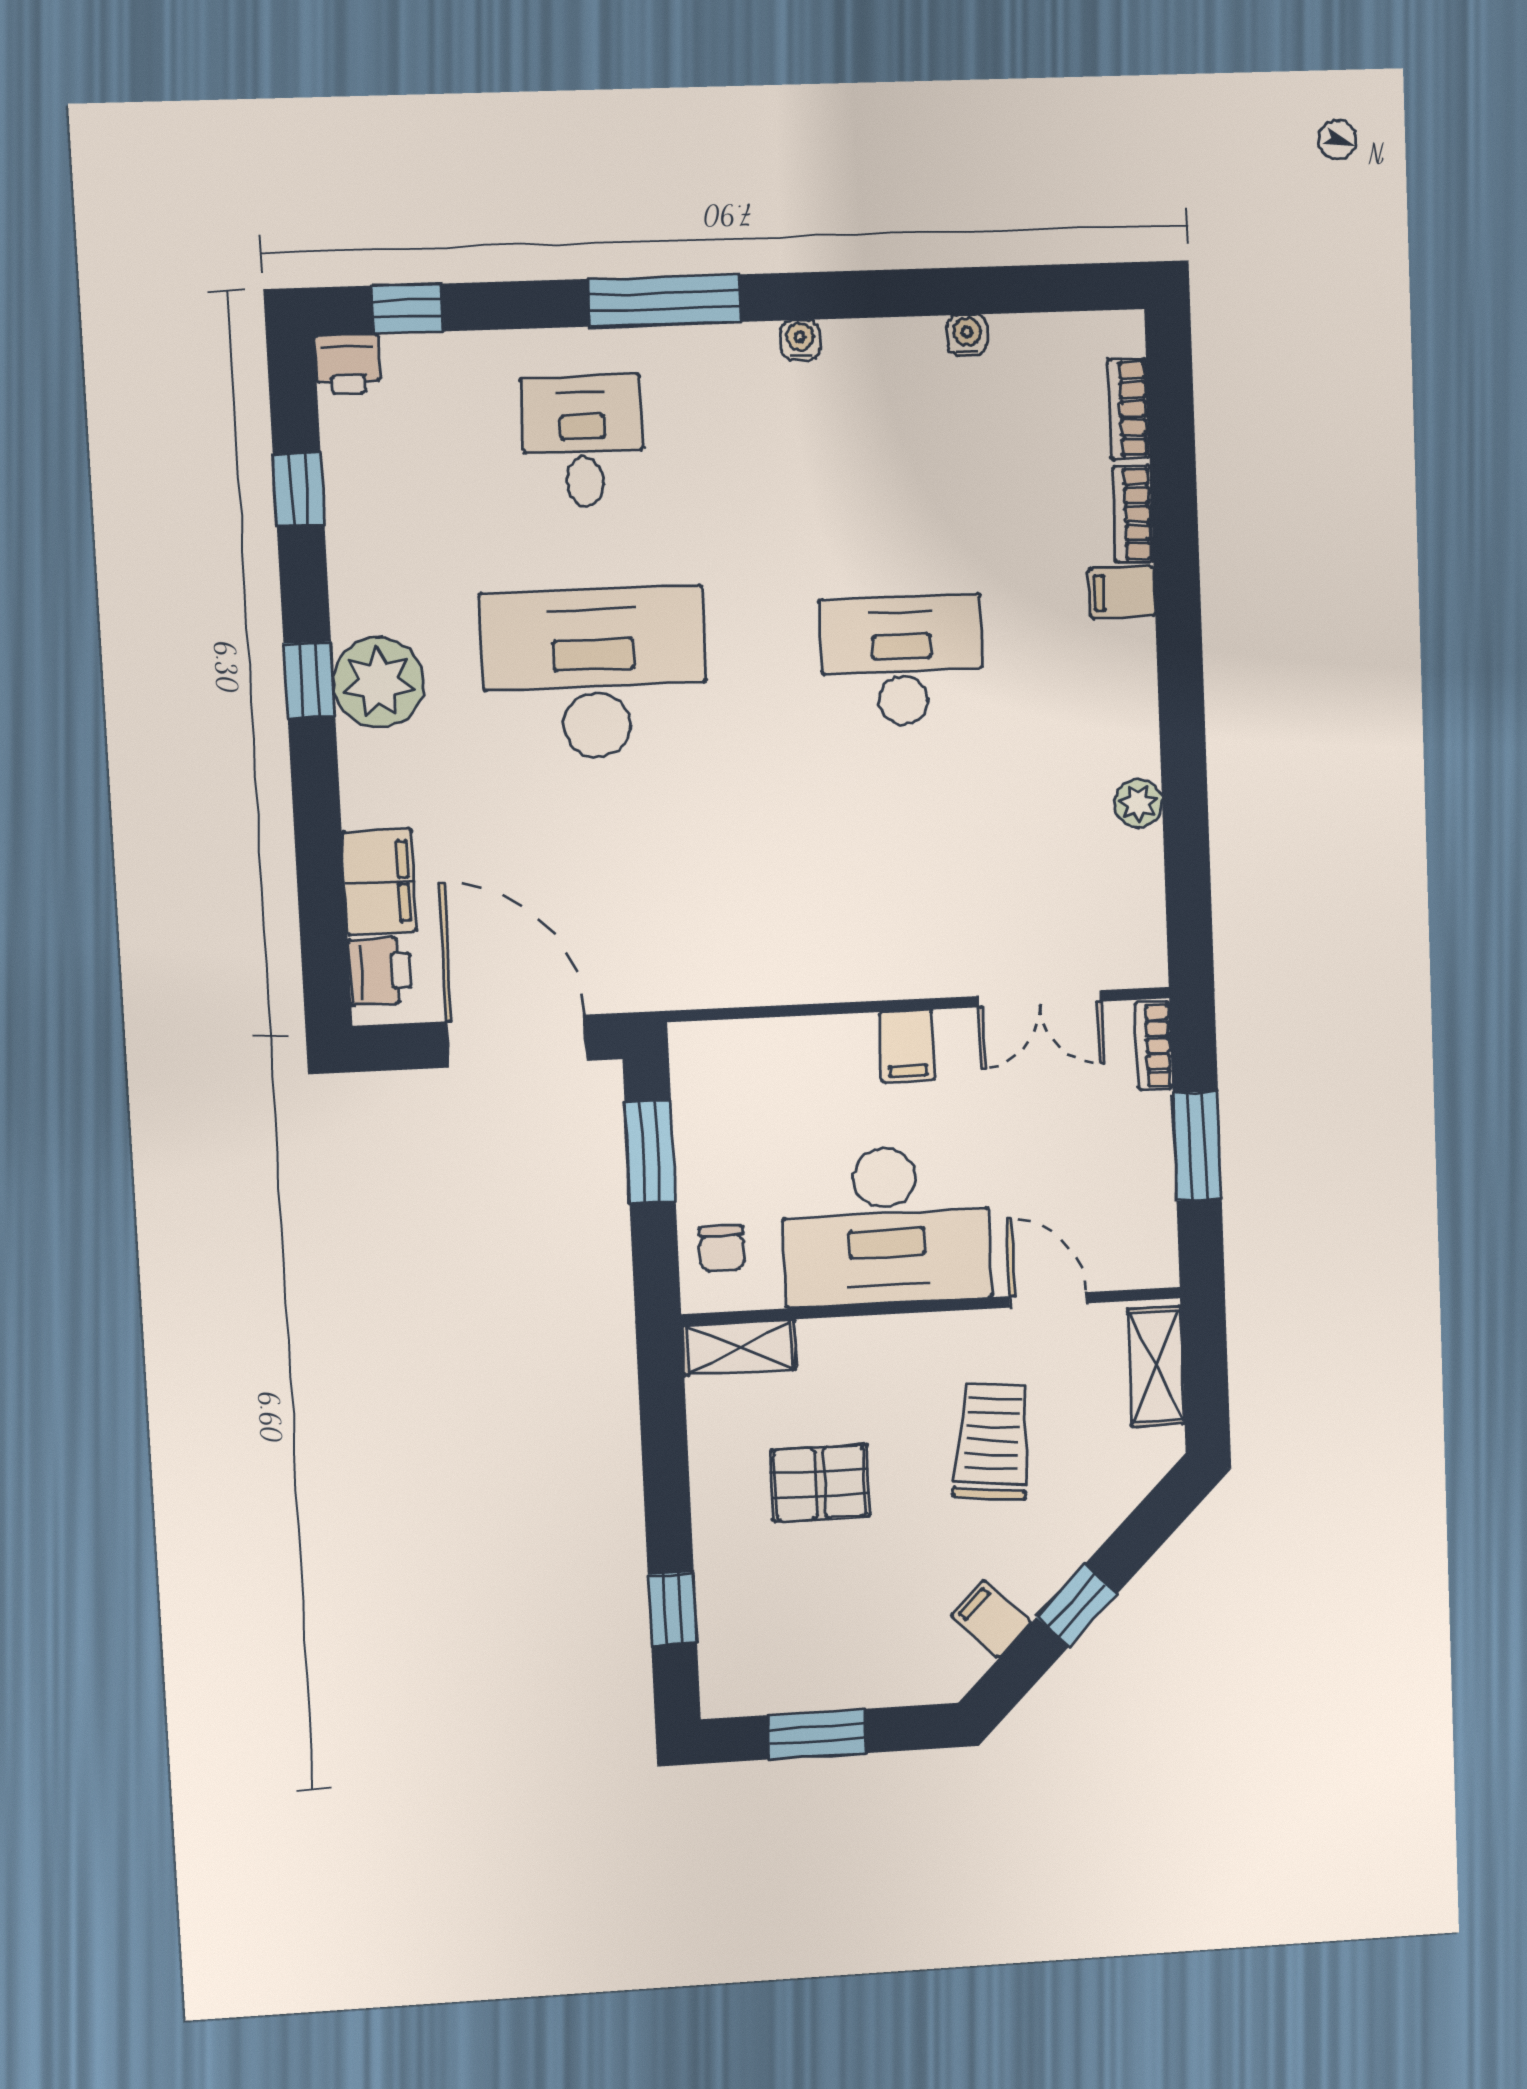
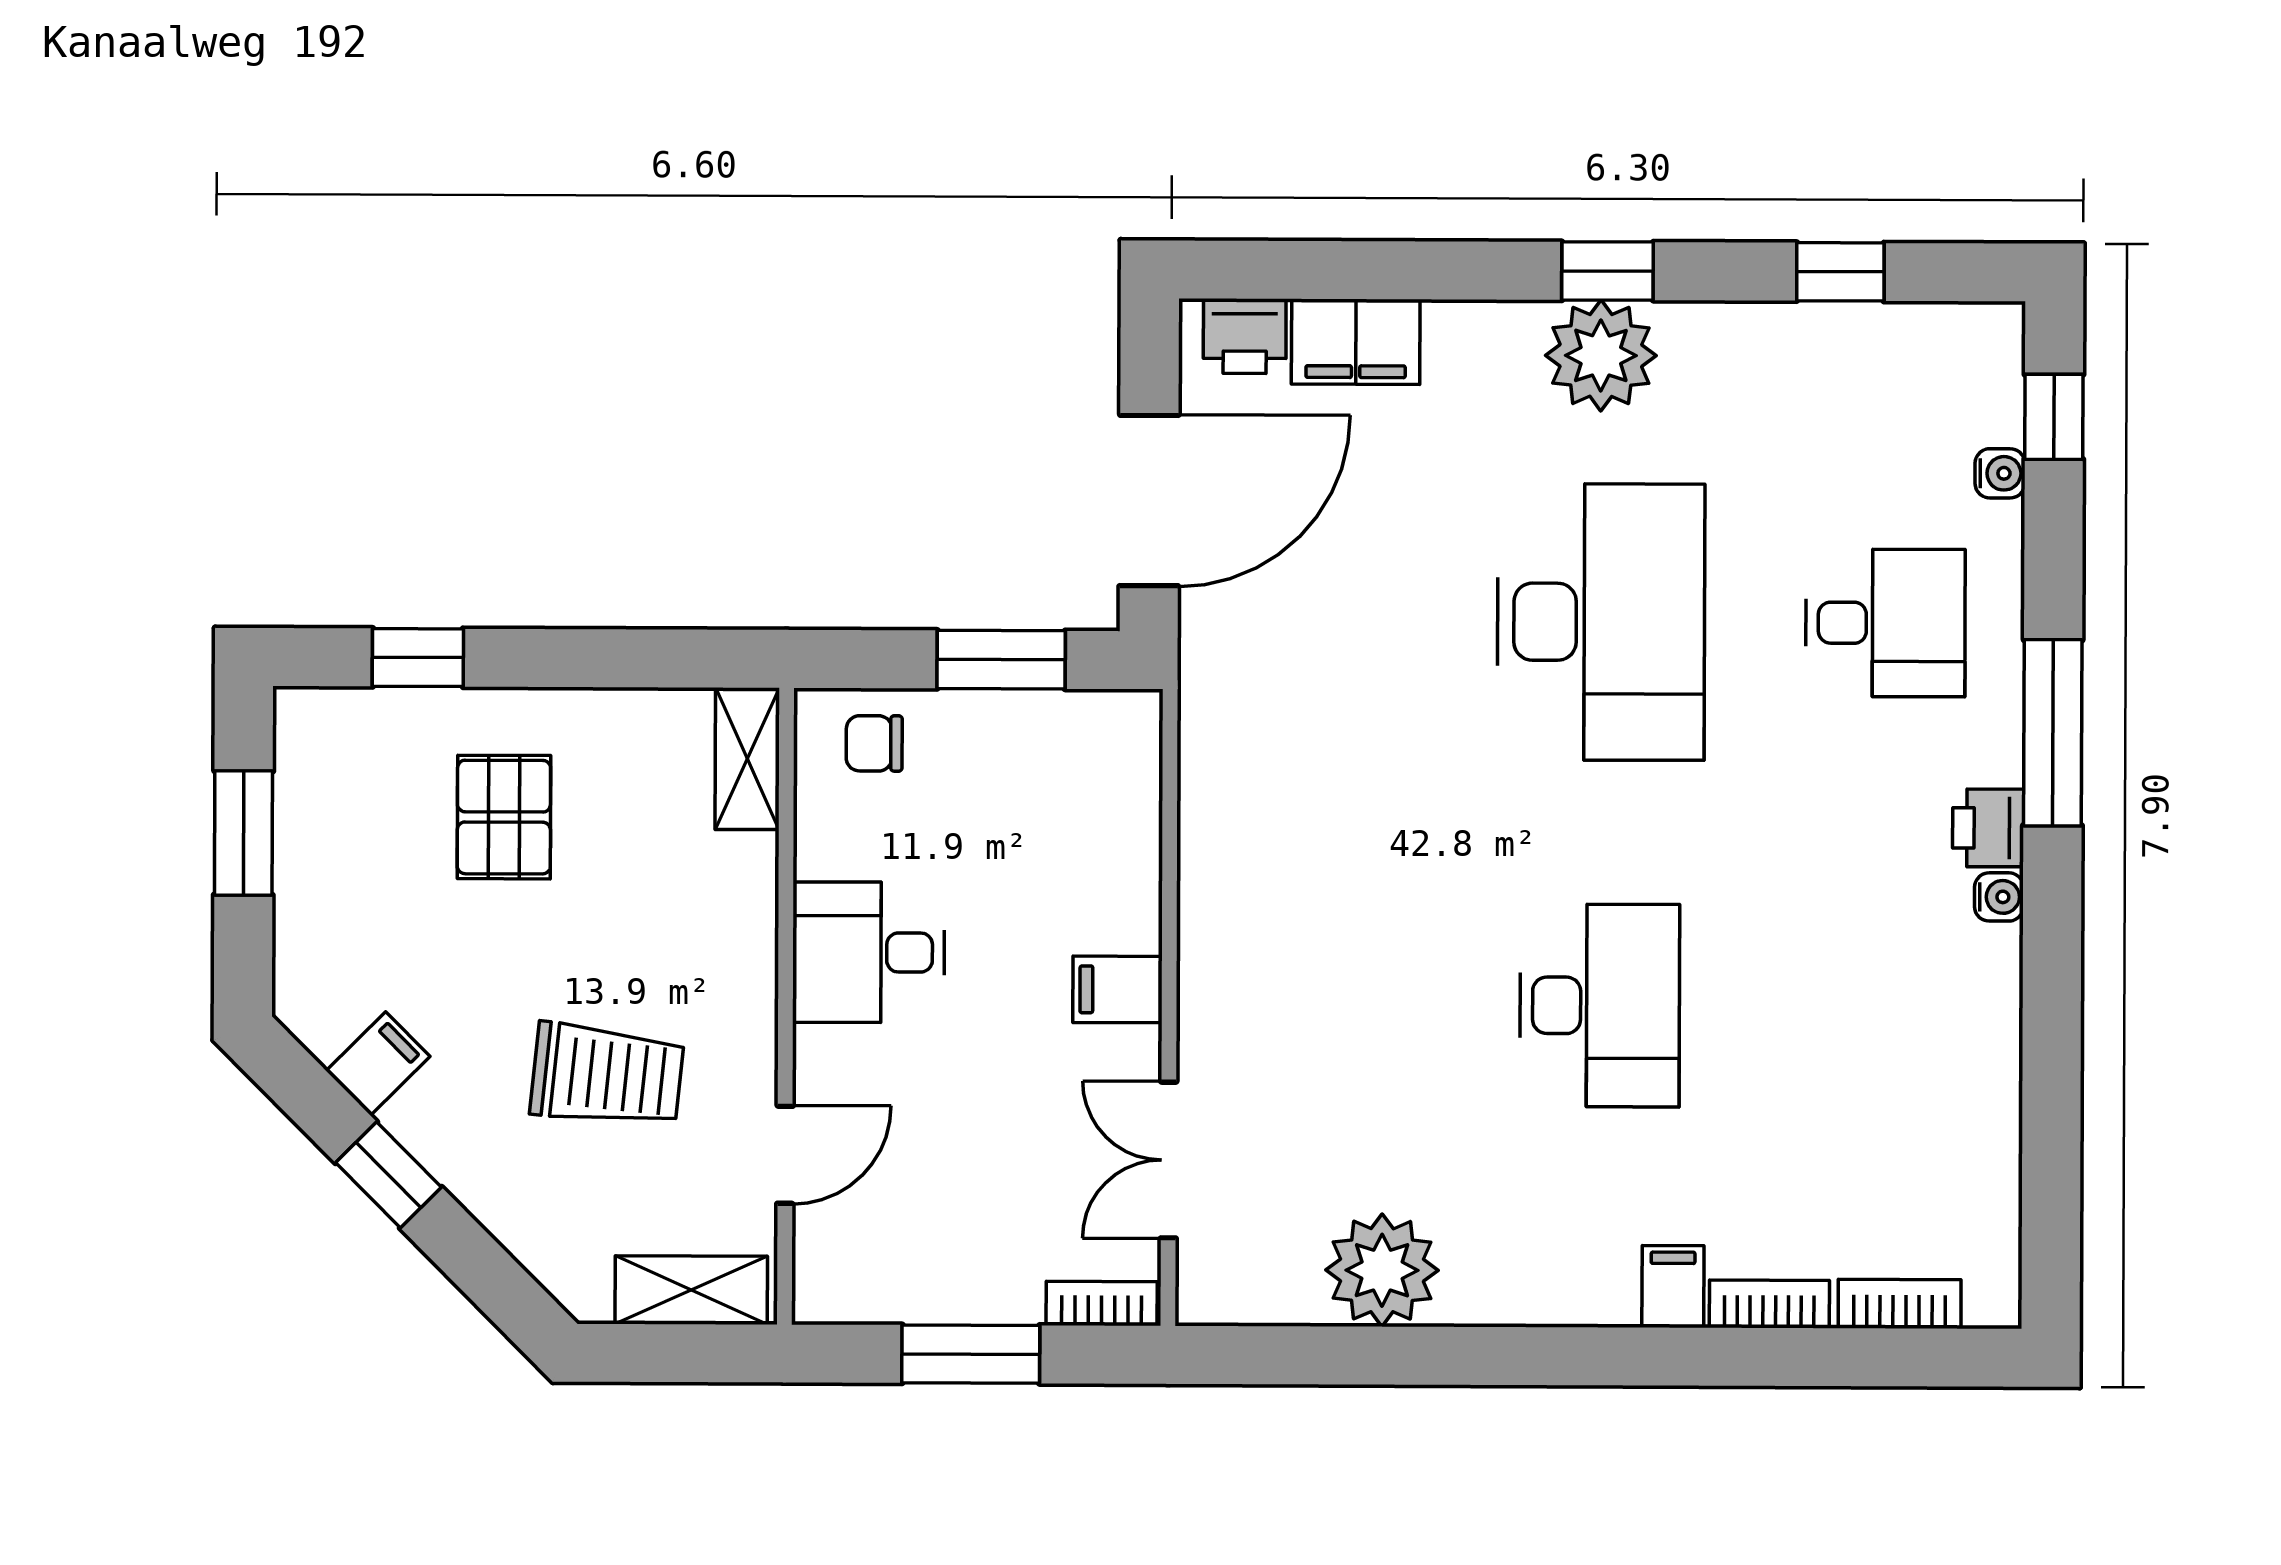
water cooler: (967, 335) -> (2000, 473), moved
printer: (348, 364) -> (1988, 828), moved
plant: (1139, 803) -> (1382, 1270), width x1.88, depth x1.88
desk: (886, 1226) -> (869, 952), width x0.53, depth x0.77
pallet: (820, 1483) -> (504, 817), moved

